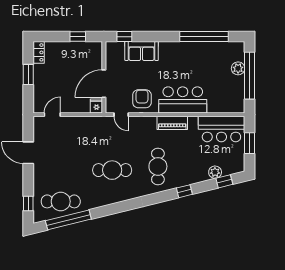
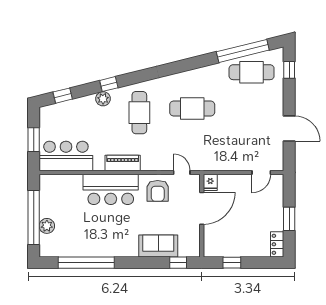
plant: (215, 172) -> (103, 99), moved

